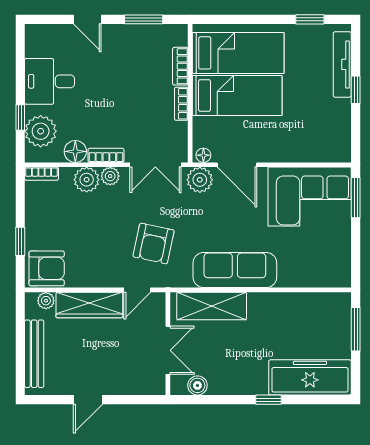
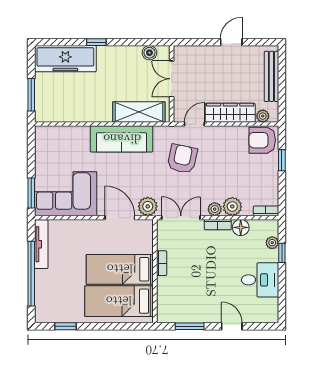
tv unit: (342, 64) -> (41, 244), moved
bookcase: (180, 66) -> (162, 291), removed
window: (356, 90) -> (31, 274), width x3.17
plant: (41, 131) -> (272, 243), width x0.53, depth x0.53
floor lamp: (203, 155) -> (145, 225), removed

